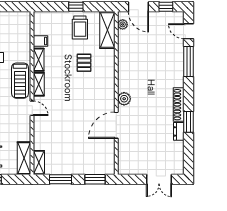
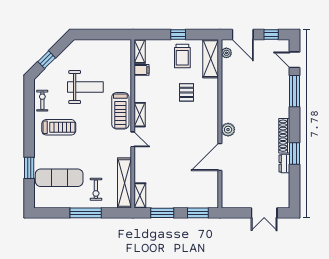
shelving: (39, 60) -> (140, 51), moved
shelving: (24, 158) -> (125, 183), width x1.47

